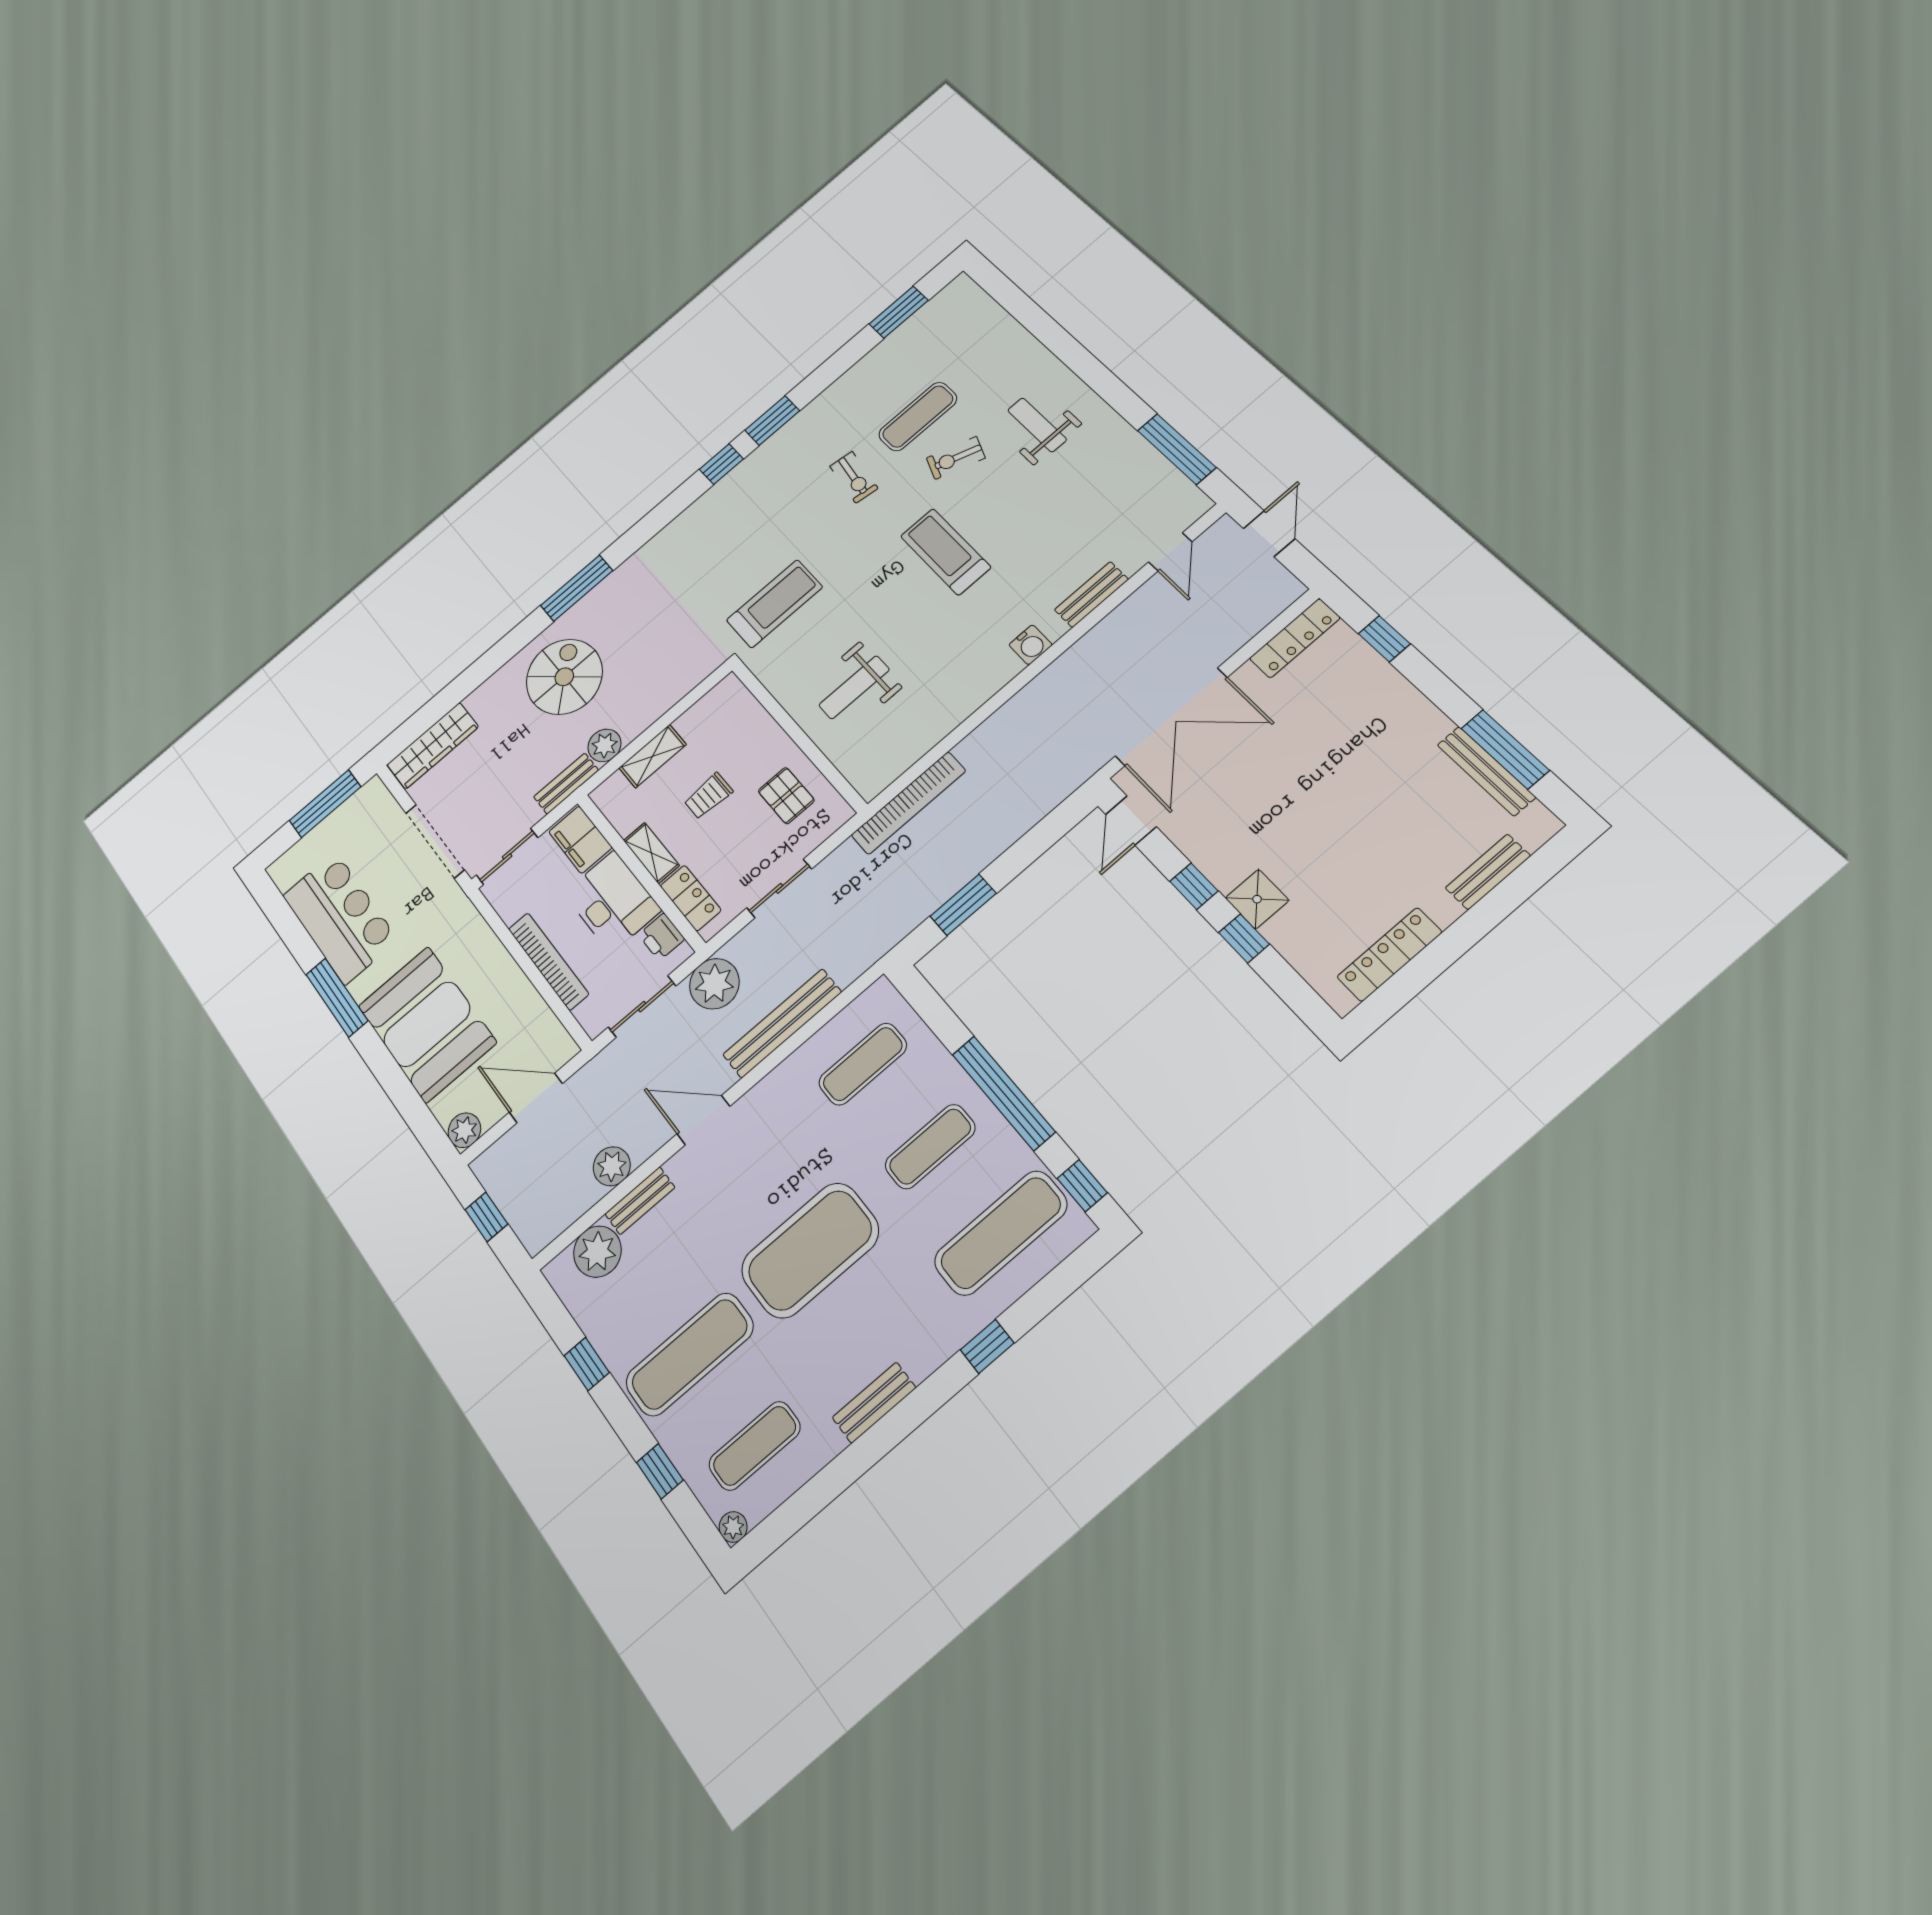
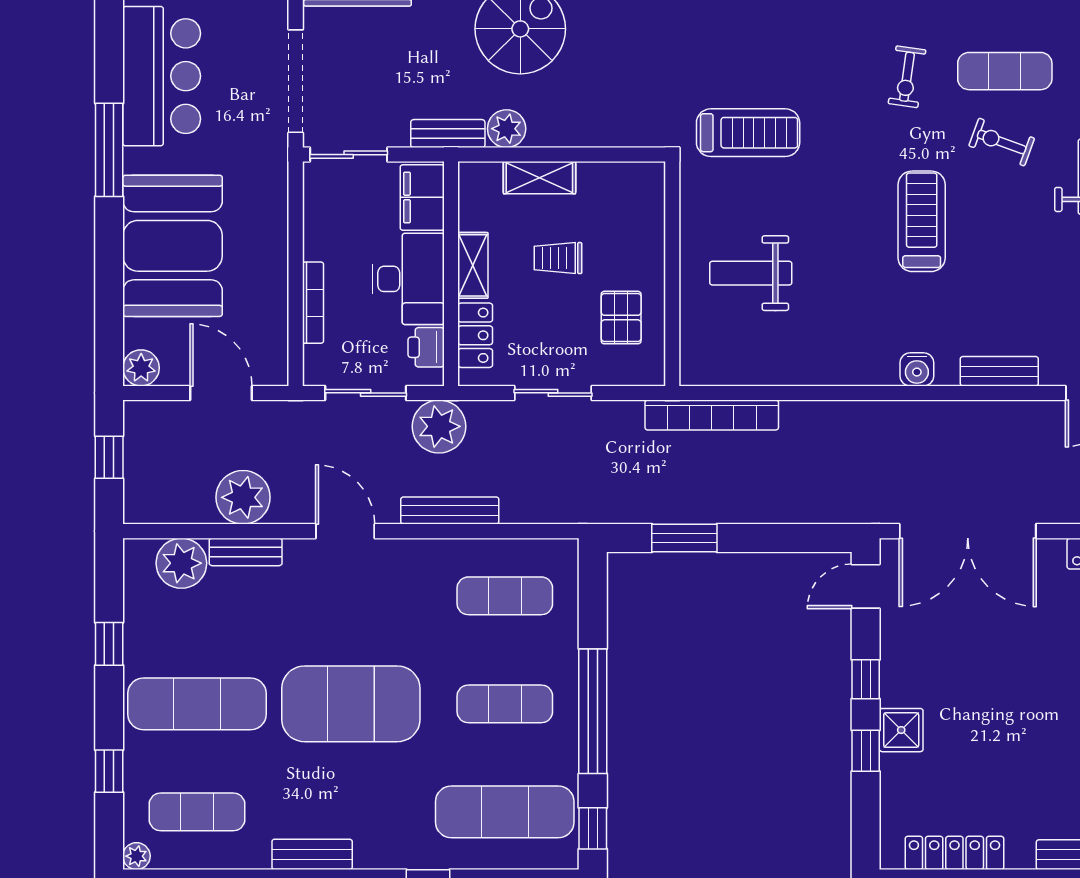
bookcase: (548, 961) -> (313, 303), width x0.68, depth x0.76
bench: (782, 1023) -> (450, 511), width x0.73, depth x0.82
plant: (612, 1166) -> (243, 497), width x1.36, depth x1.36

